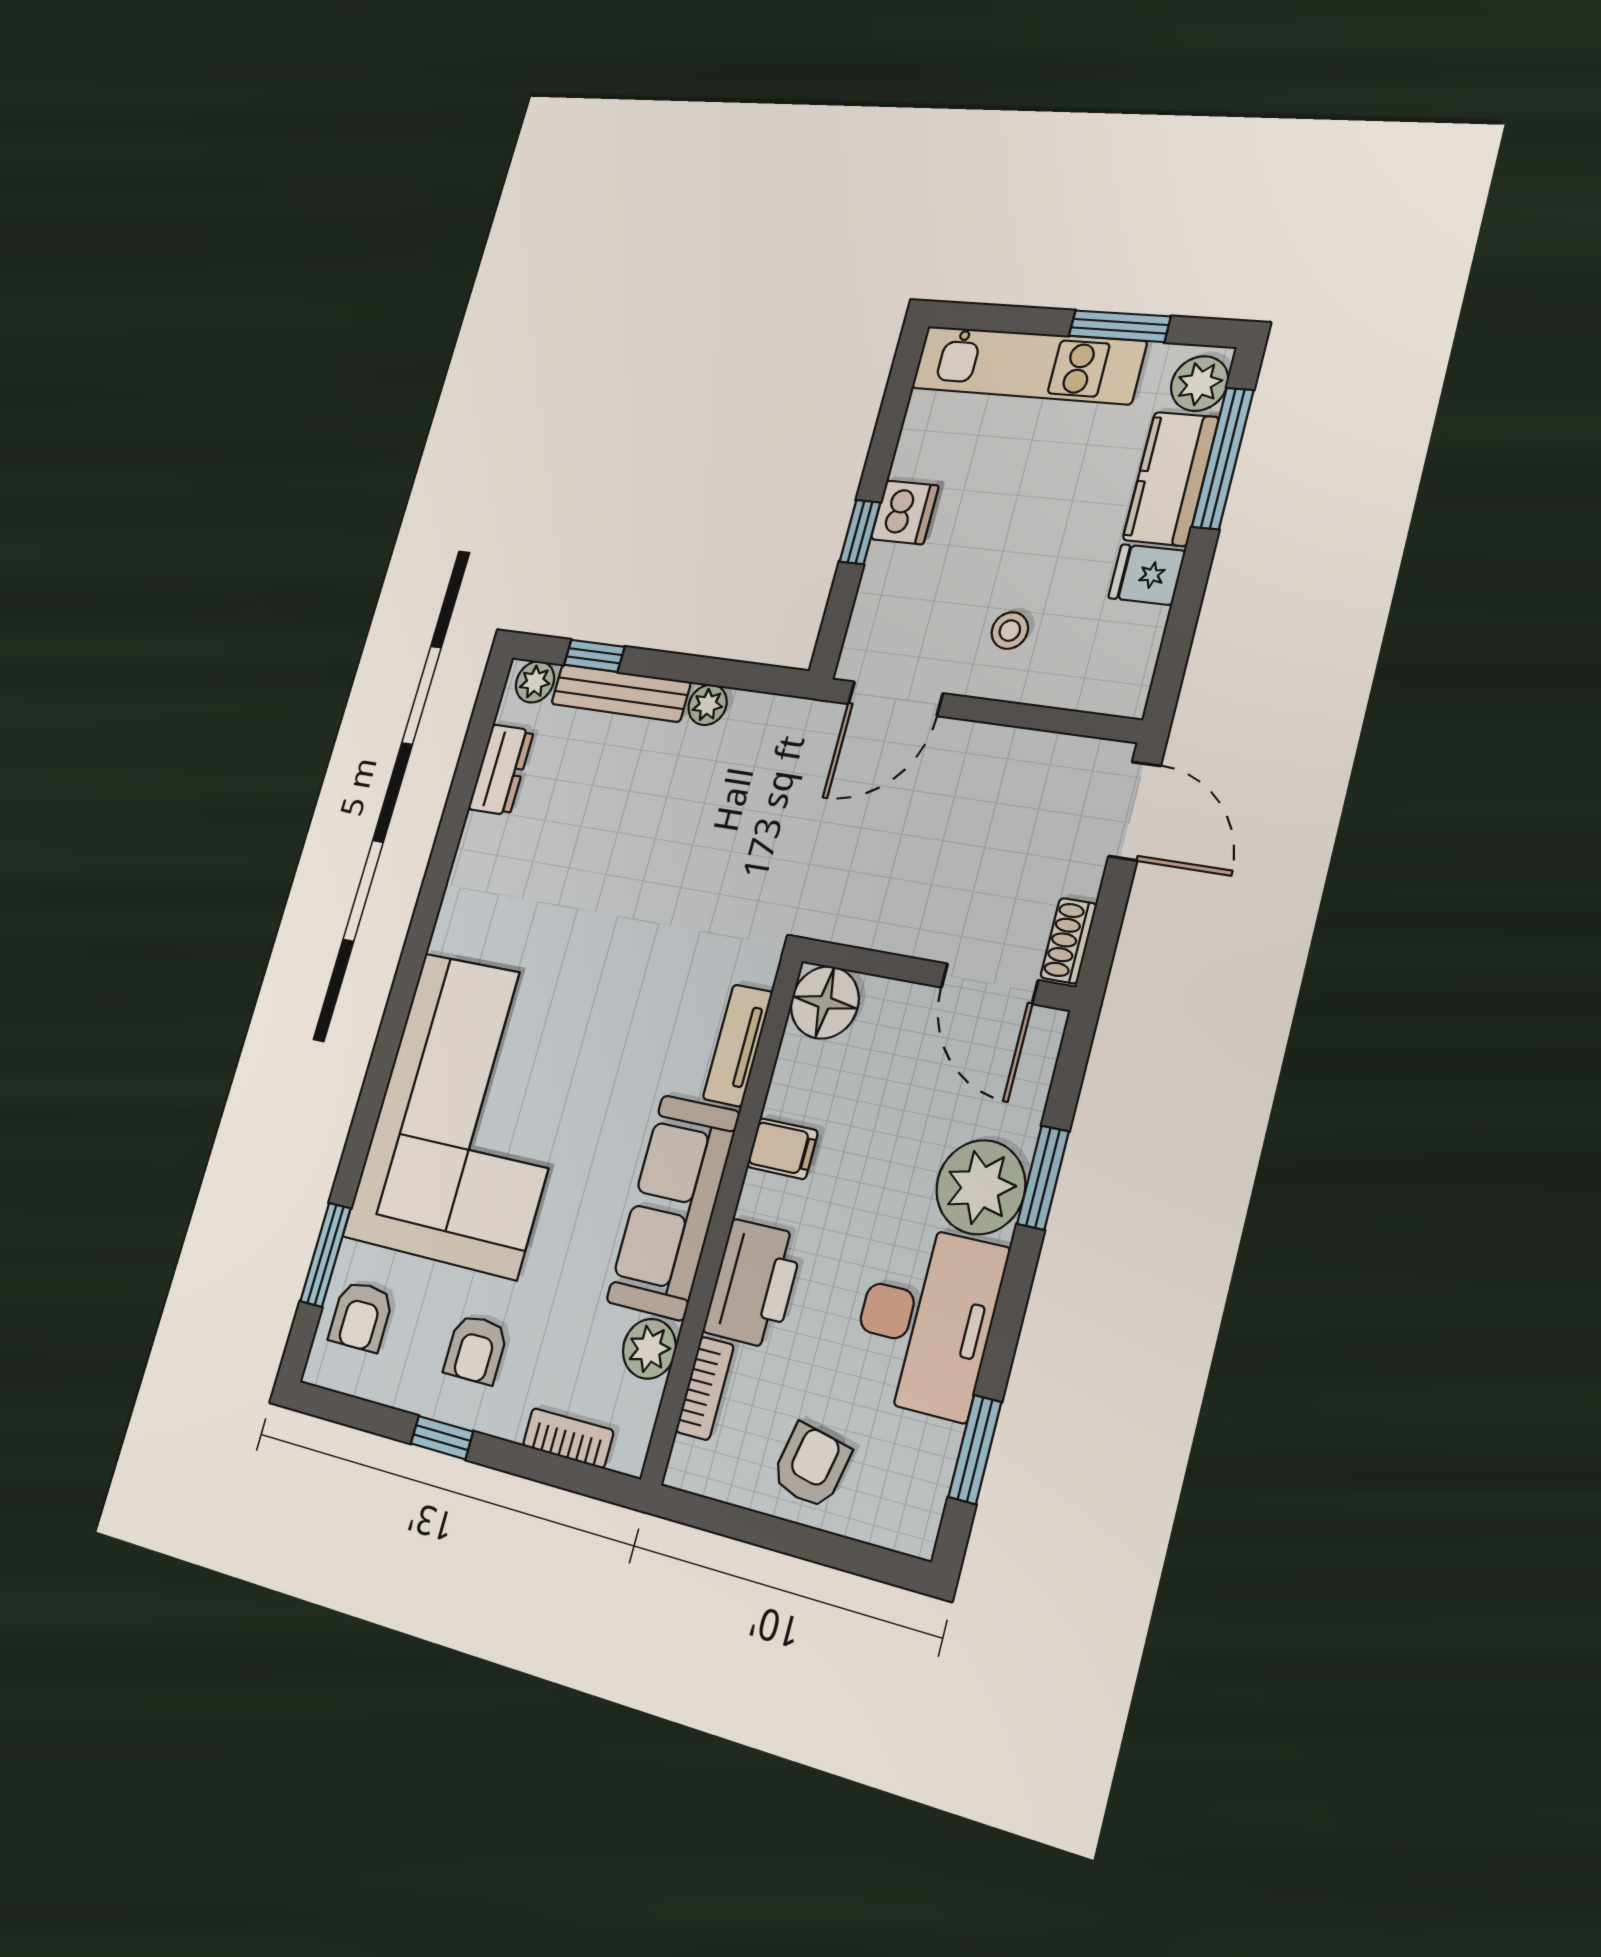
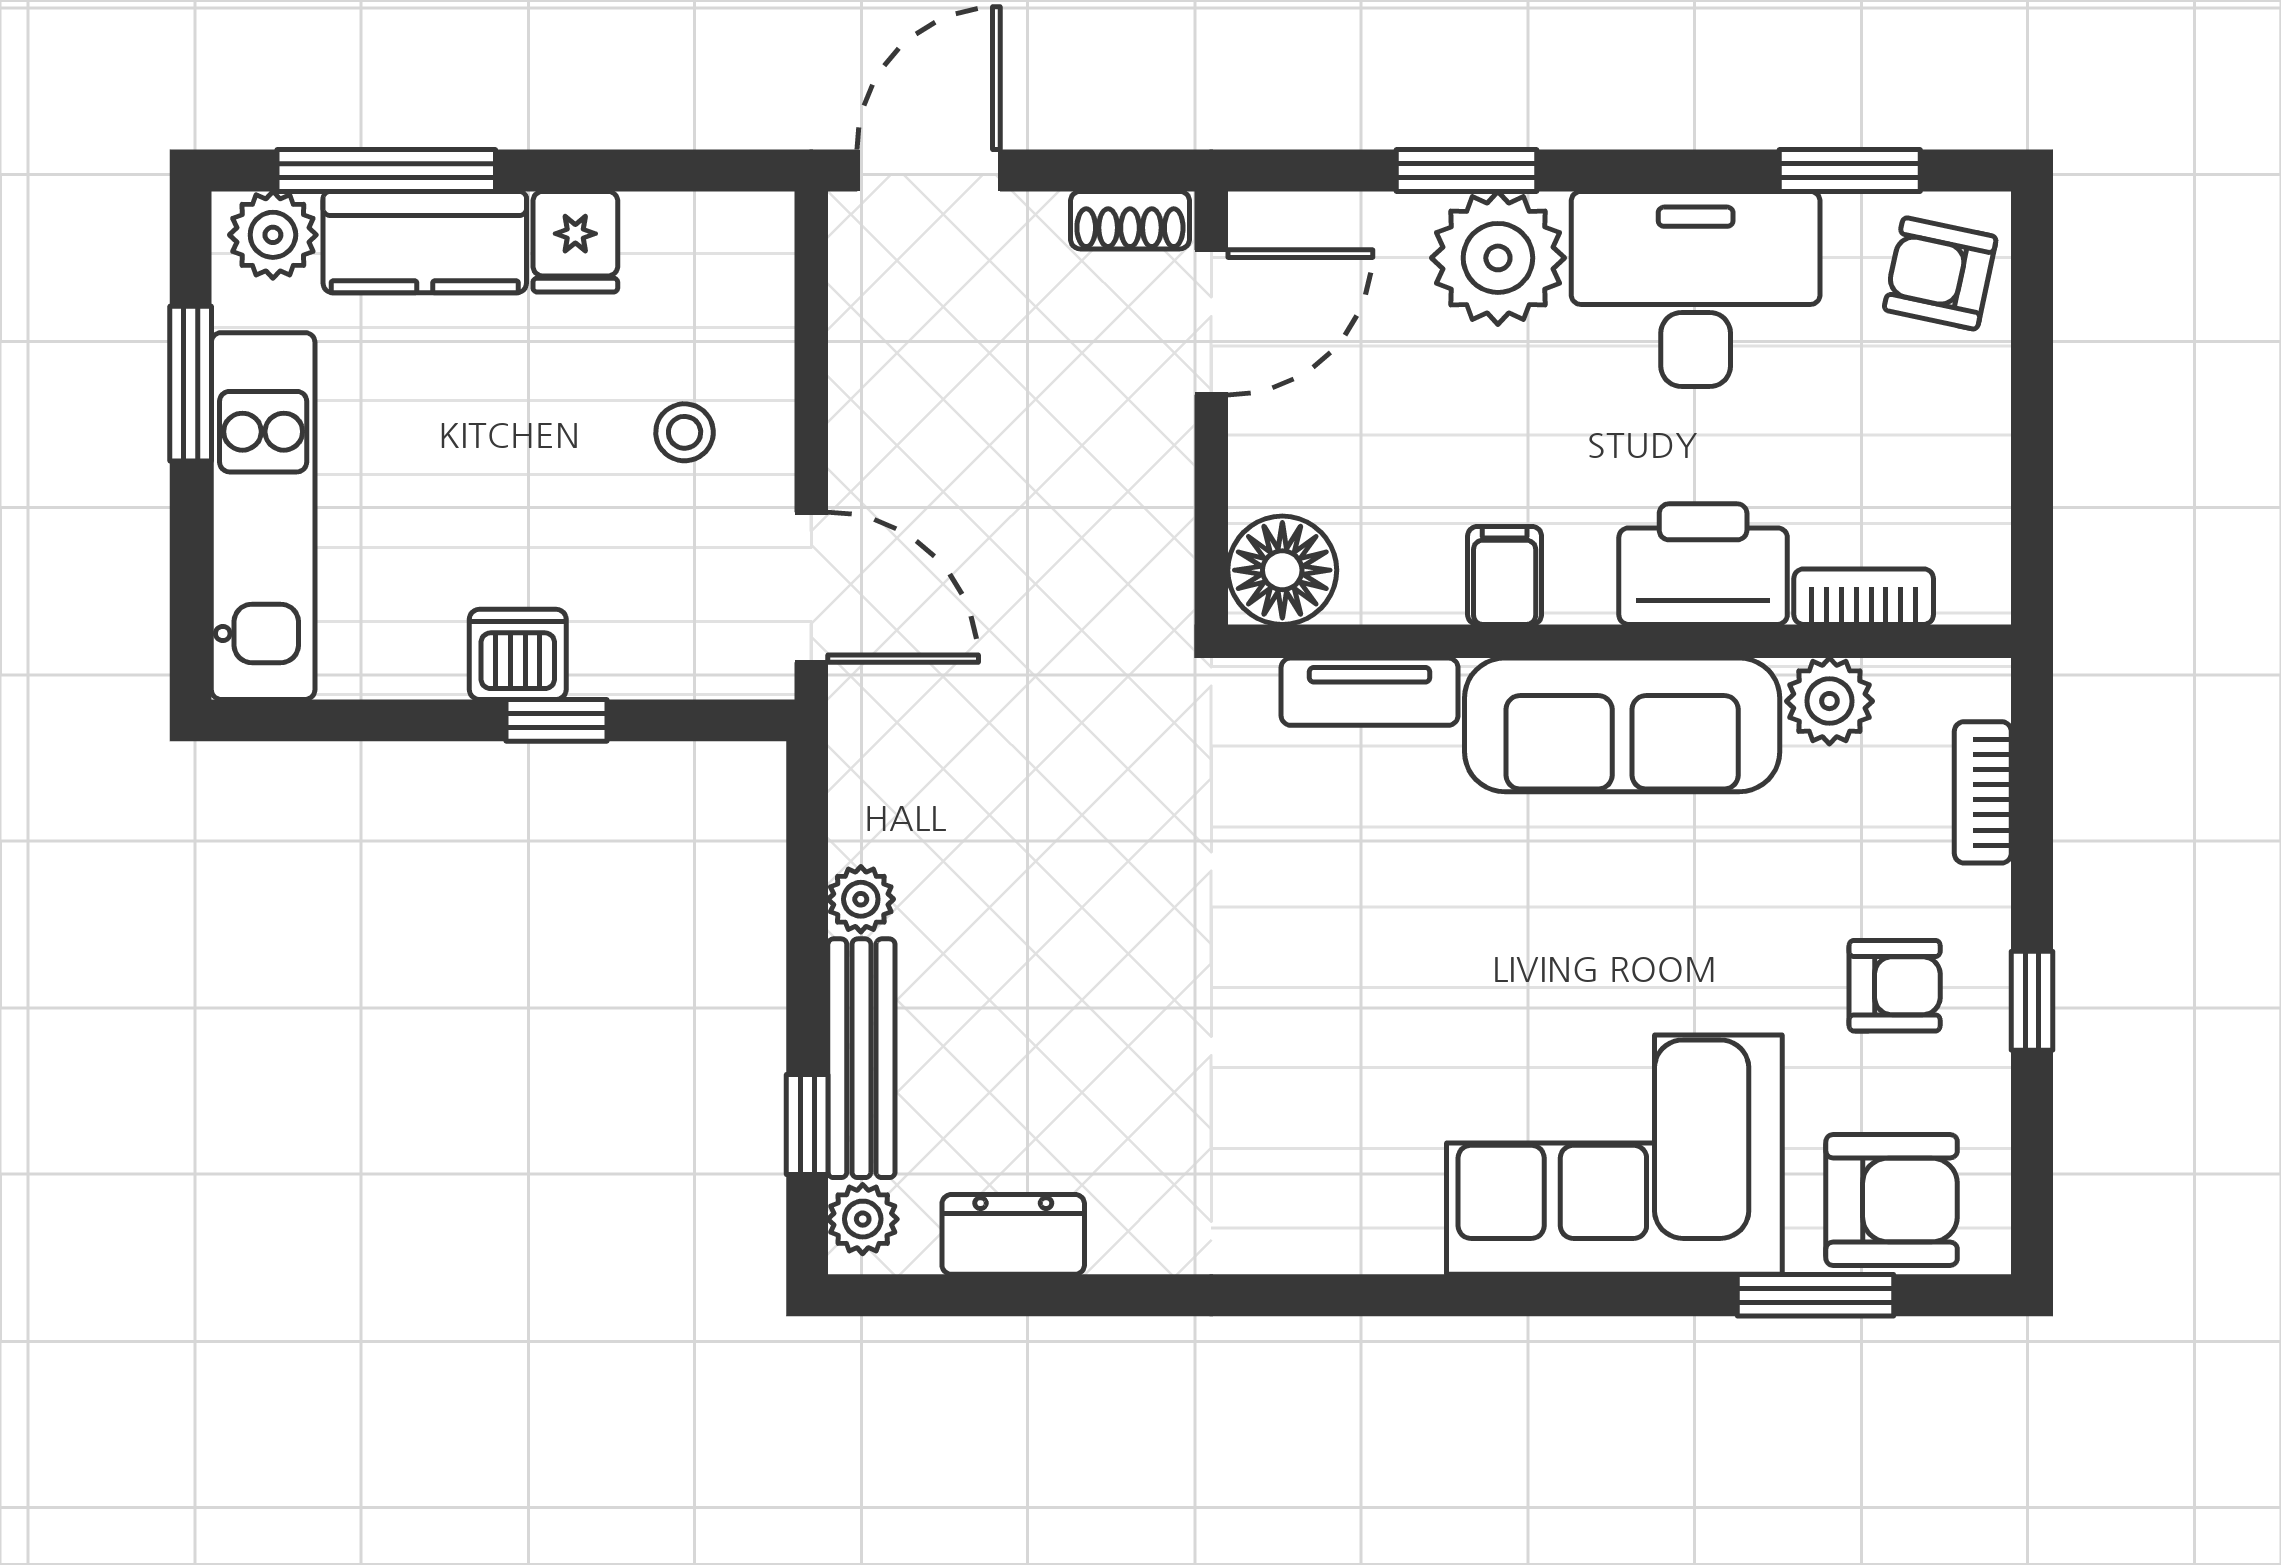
corner sofa: (470, 1113) -> (1614, 1155), width x0.73, depth x0.74
armchair: (361, 1316) -> (1892, 1200), width x1.38, depth x1.38
armchair: (811, 1466) -> (1940, 273), moved

